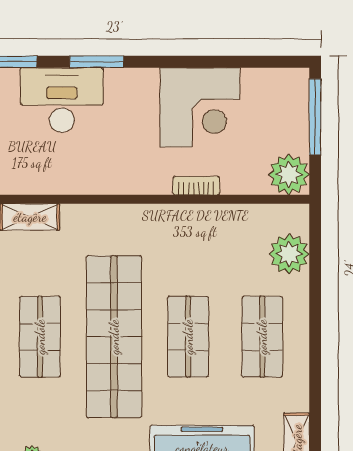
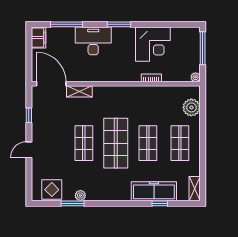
window: (97, 62) -> (119, 24), moved
plant: (289, 174) -> (196, 77), width x0.53, depth x0.53
shop shelf: (114, 337) -> (116, 143), width x0.71

